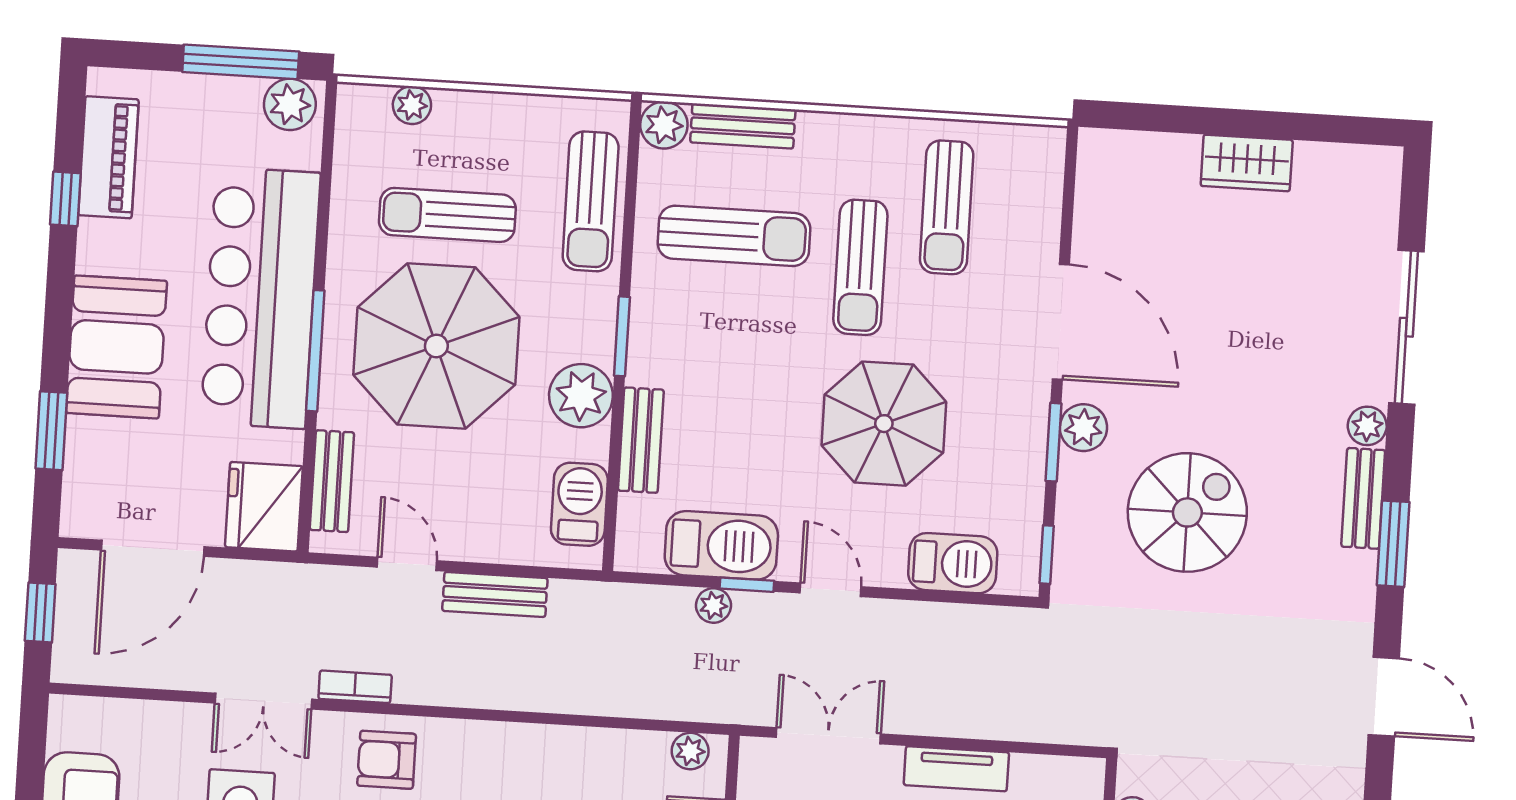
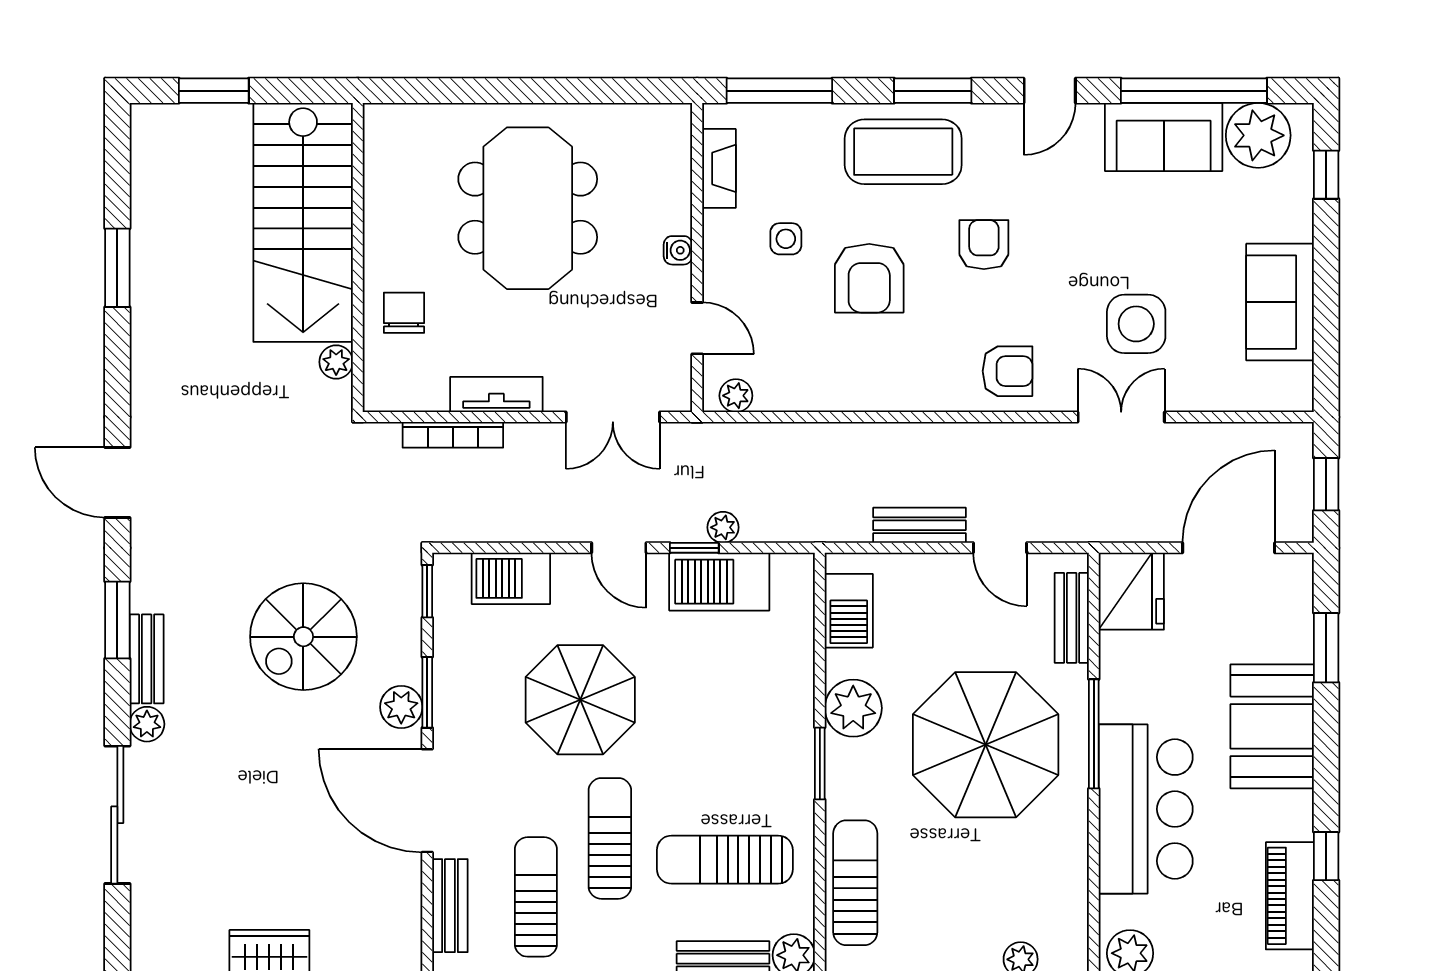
sun lounger: (447, 215) -> (983, 863), removed
bar counter: (261, 298) -> (1146, 809), width x0.73
bench: (641, 440) -> (450, 906), moved
bookcase: (355, 687) -> (453, 435), moved, width x1.56

